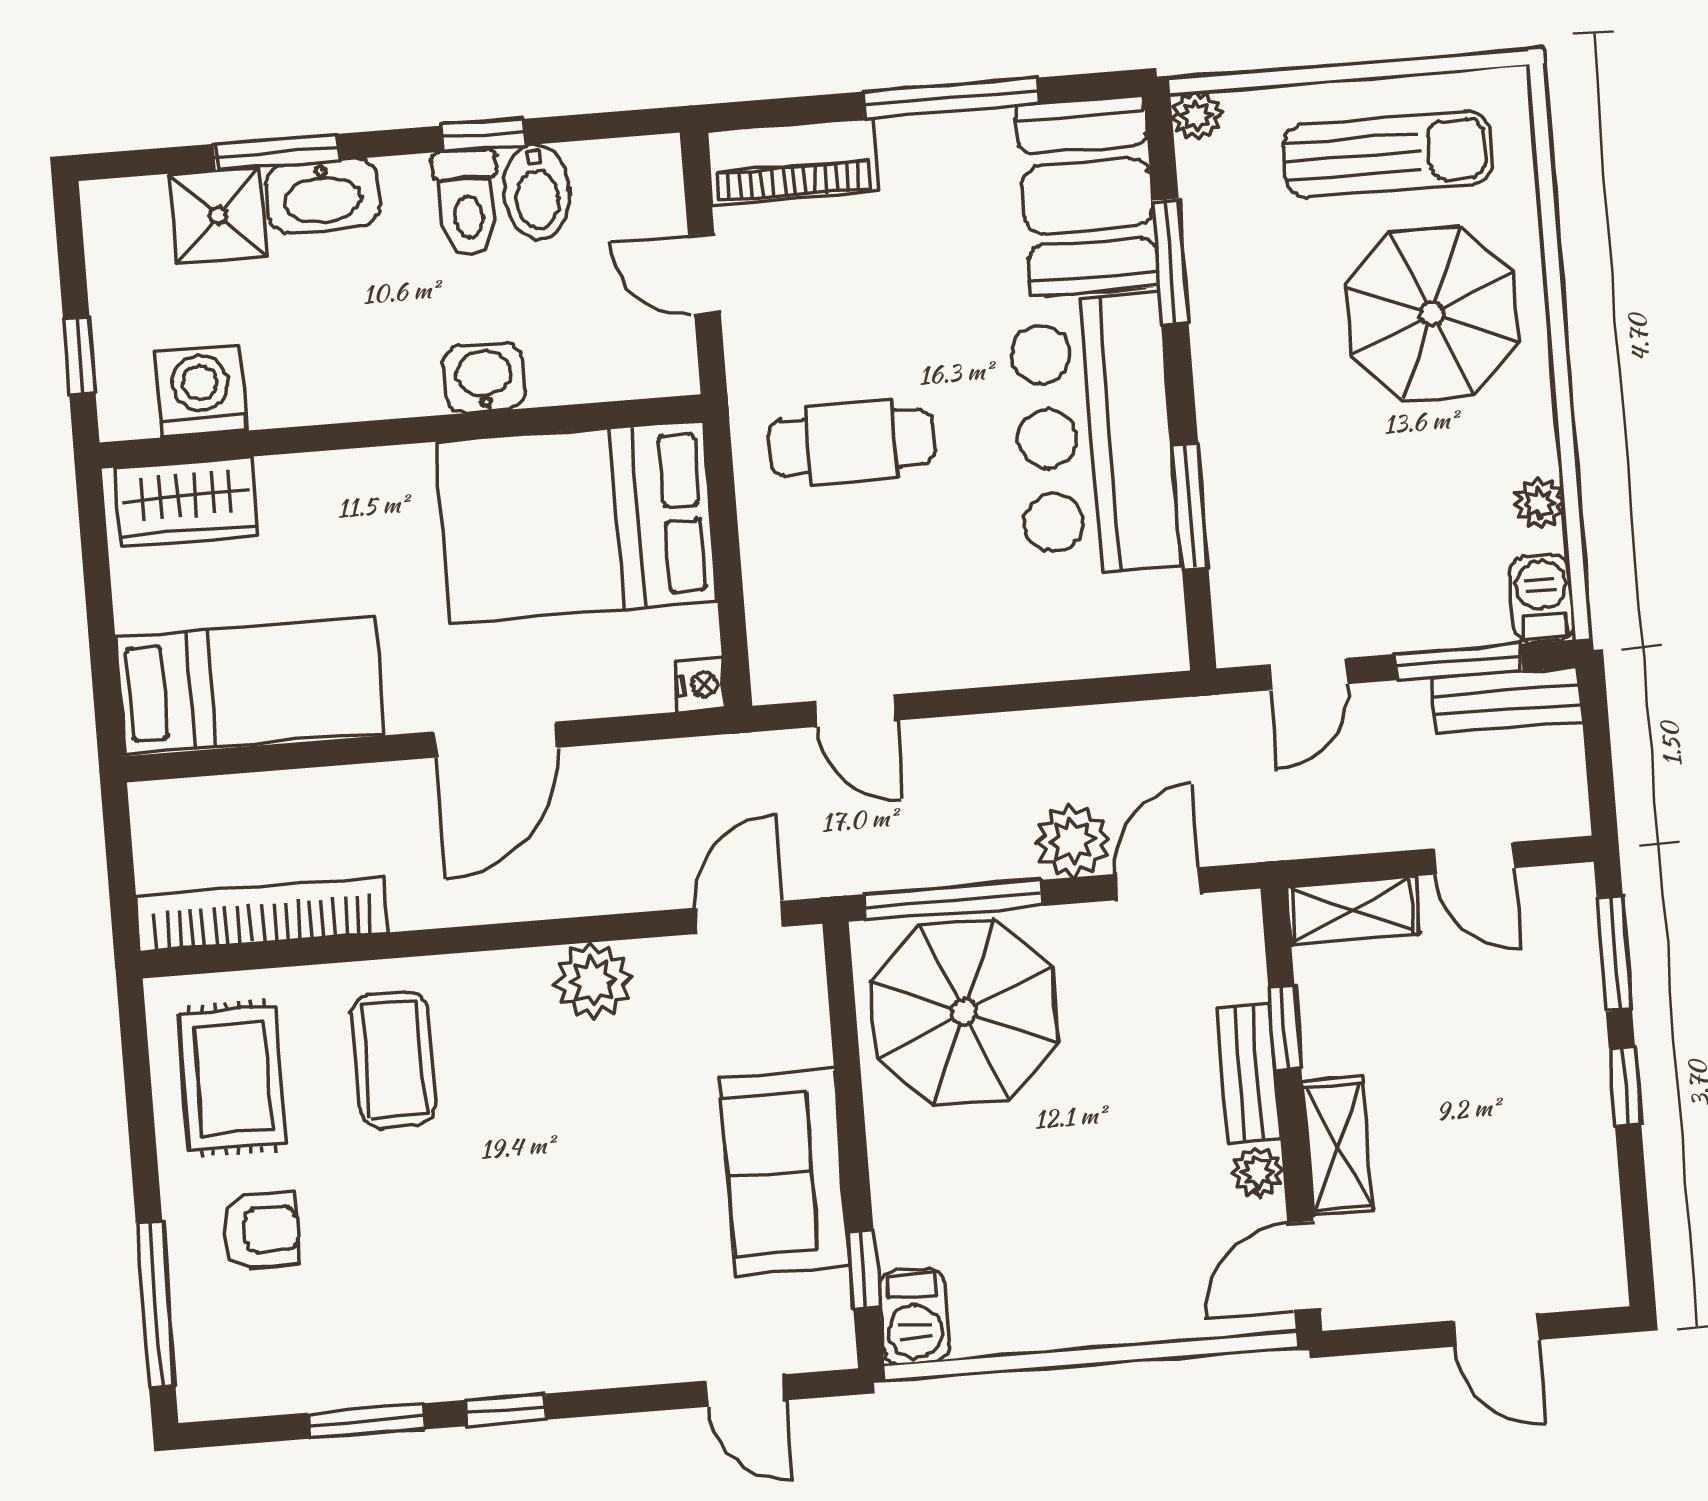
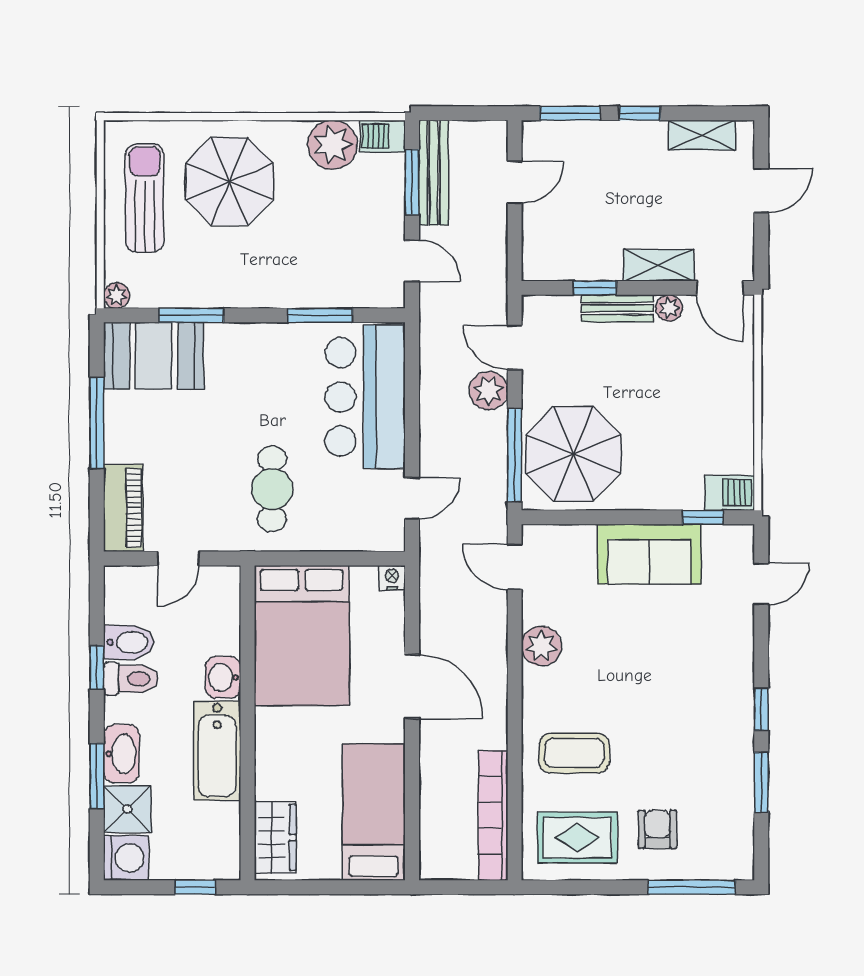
bathtub: (343, 378) -> (217, 751), added
washing machine: (201, 391) -> (126, 858), moved, turned 180
bar counter: (1095, 435) -> (365, 397), moved, turned 90
plant: (1540, 503) -> (332, 145), width x1.88, depth x1.88
bench: (1507, 700) -> (433, 173), width x1.36
shelving: (1353, 910) -> (702, 135), moved, turned 90

